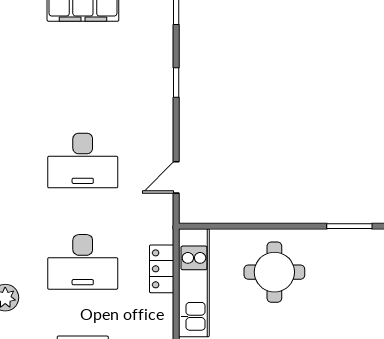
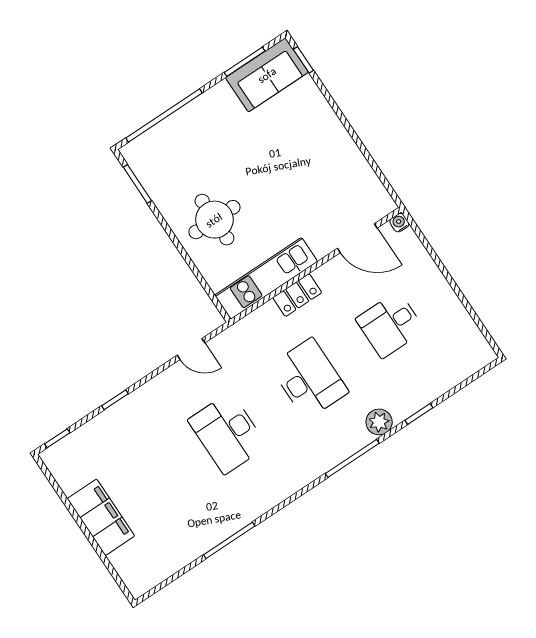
desk: (83, 161) -> (228, 433), turned 180
locker: (162, 269) -> (297, 295), moved

